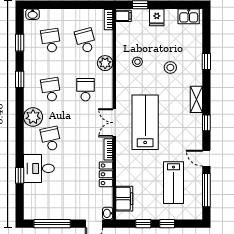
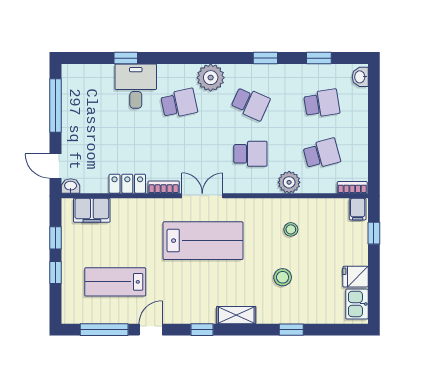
fridge: (157, 17) -> (355, 277), moved
school desk: (51, 90) -> (250, 103), turned 33

